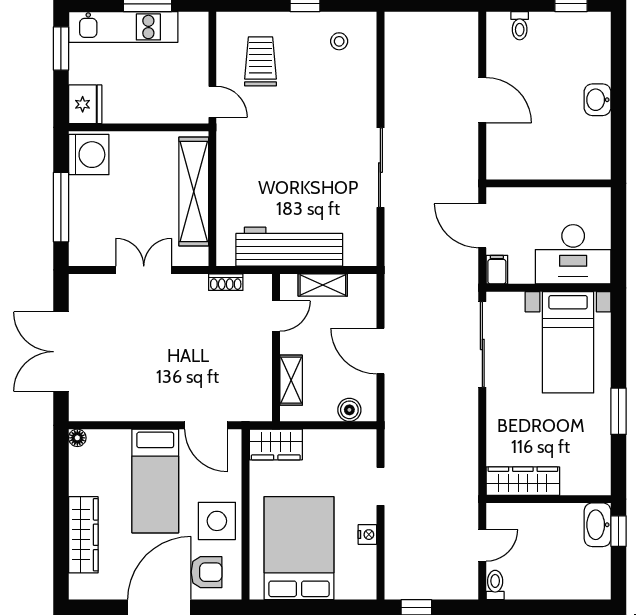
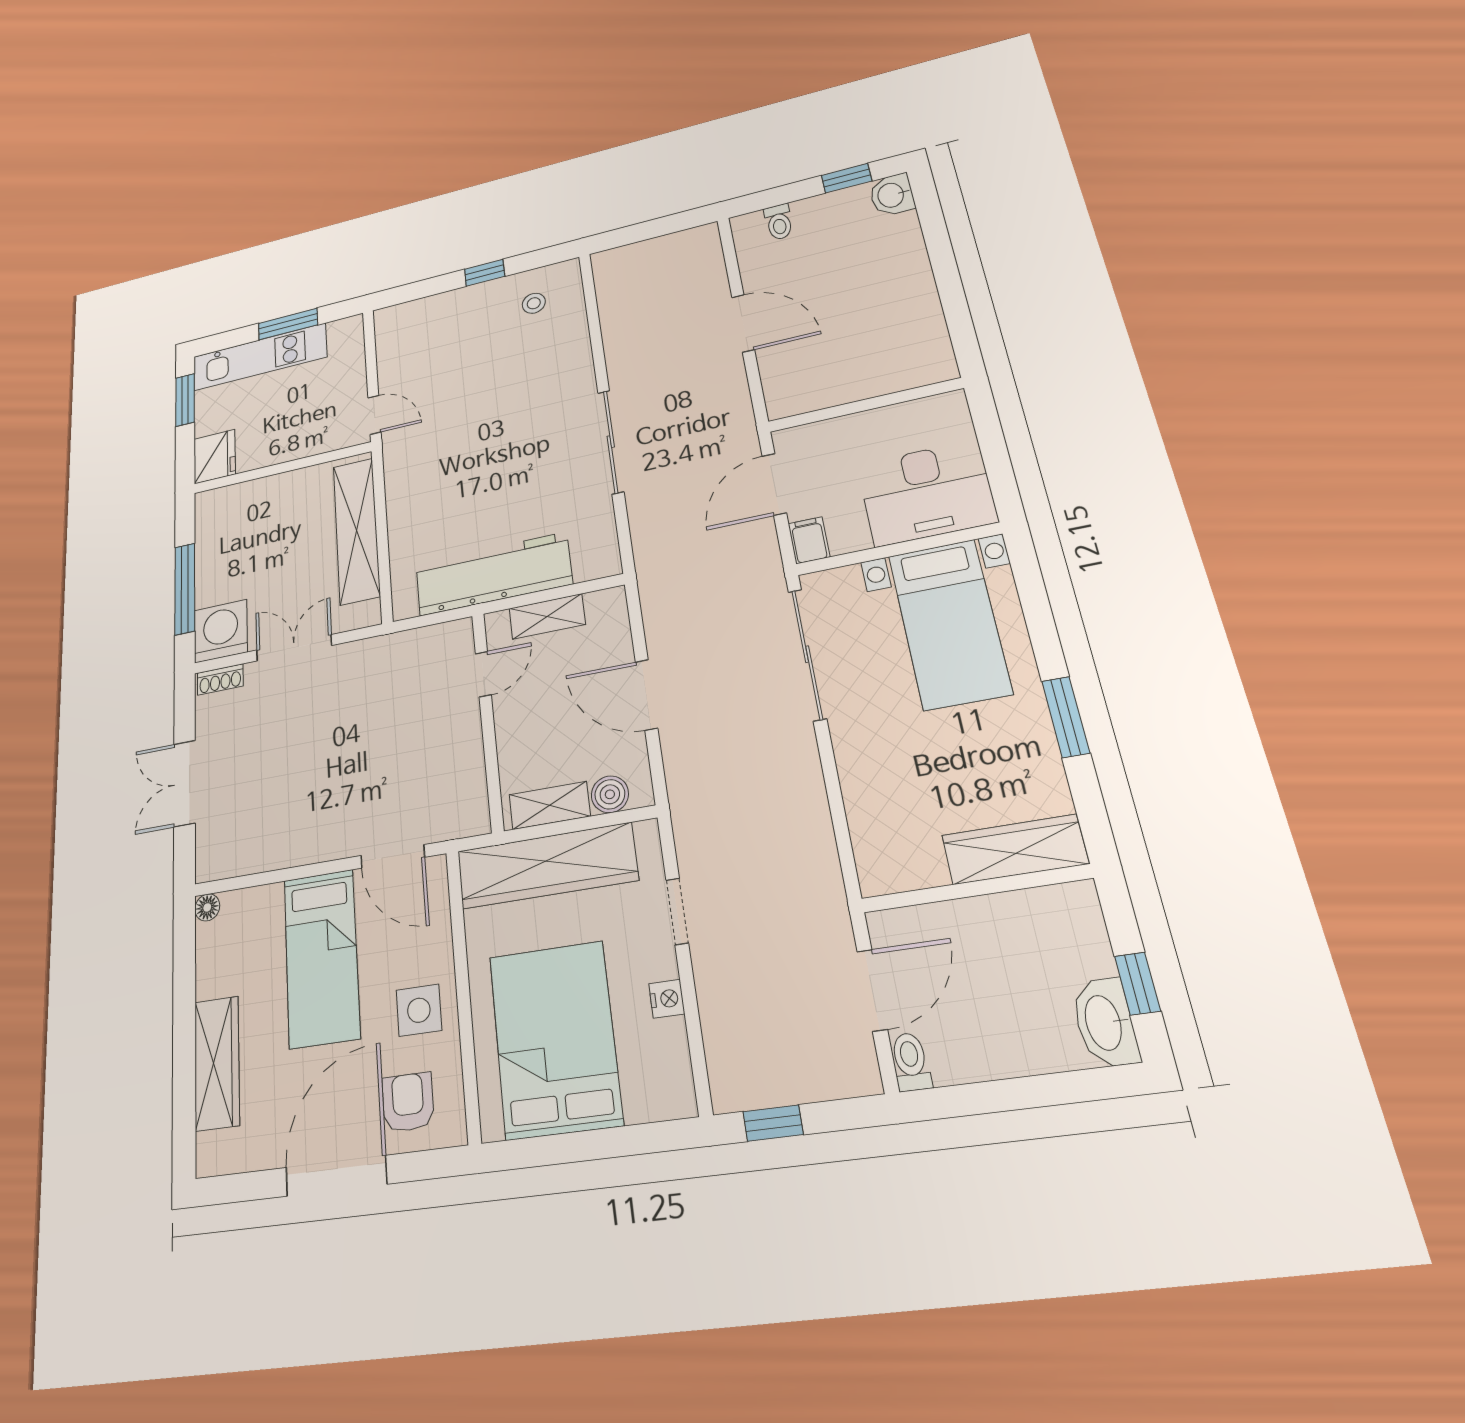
trolley: (261, 61) -> (433, 352), removed
washbasin: (597, 100) -> (892, 195), moved
washing machine: (89, 155) -> (221, 631), moved, turned -90
door: (482, 226) -> (774, 484), hinge flipped
shoe rack: (226, 282) -> (220, 680), moved
double door: (61, 352) -> (185, 783), width x0.73
shelving: (291, 380) -> (550, 805), moved, turned 90
wardrobe: (276, 444) -> (547, 866), width x2.10, depth x1.17
wardrobe: (523, 481) -> (1015, 849), moved
side table: (217, 521) -> (419, 1010), width x0.73, depth x0.73
washbasin: (598, 525) -> (1105, 1023), moved
window: (619, 531) -> (1137, 984), moved
door: (482, 545) -> (872, 990), width x1.37
armchair: (206, 572) -> (408, 1102), turned -90

